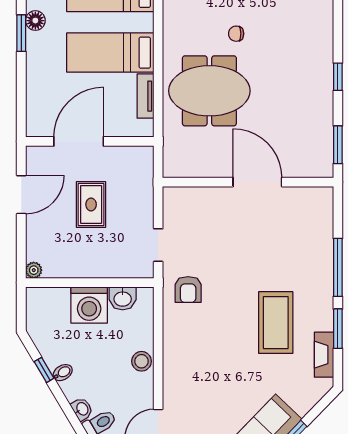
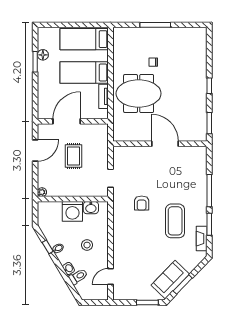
armchair: (188, 290) -> (142, 203), moved
stool: (142, 361) -> (87, 245), moved

